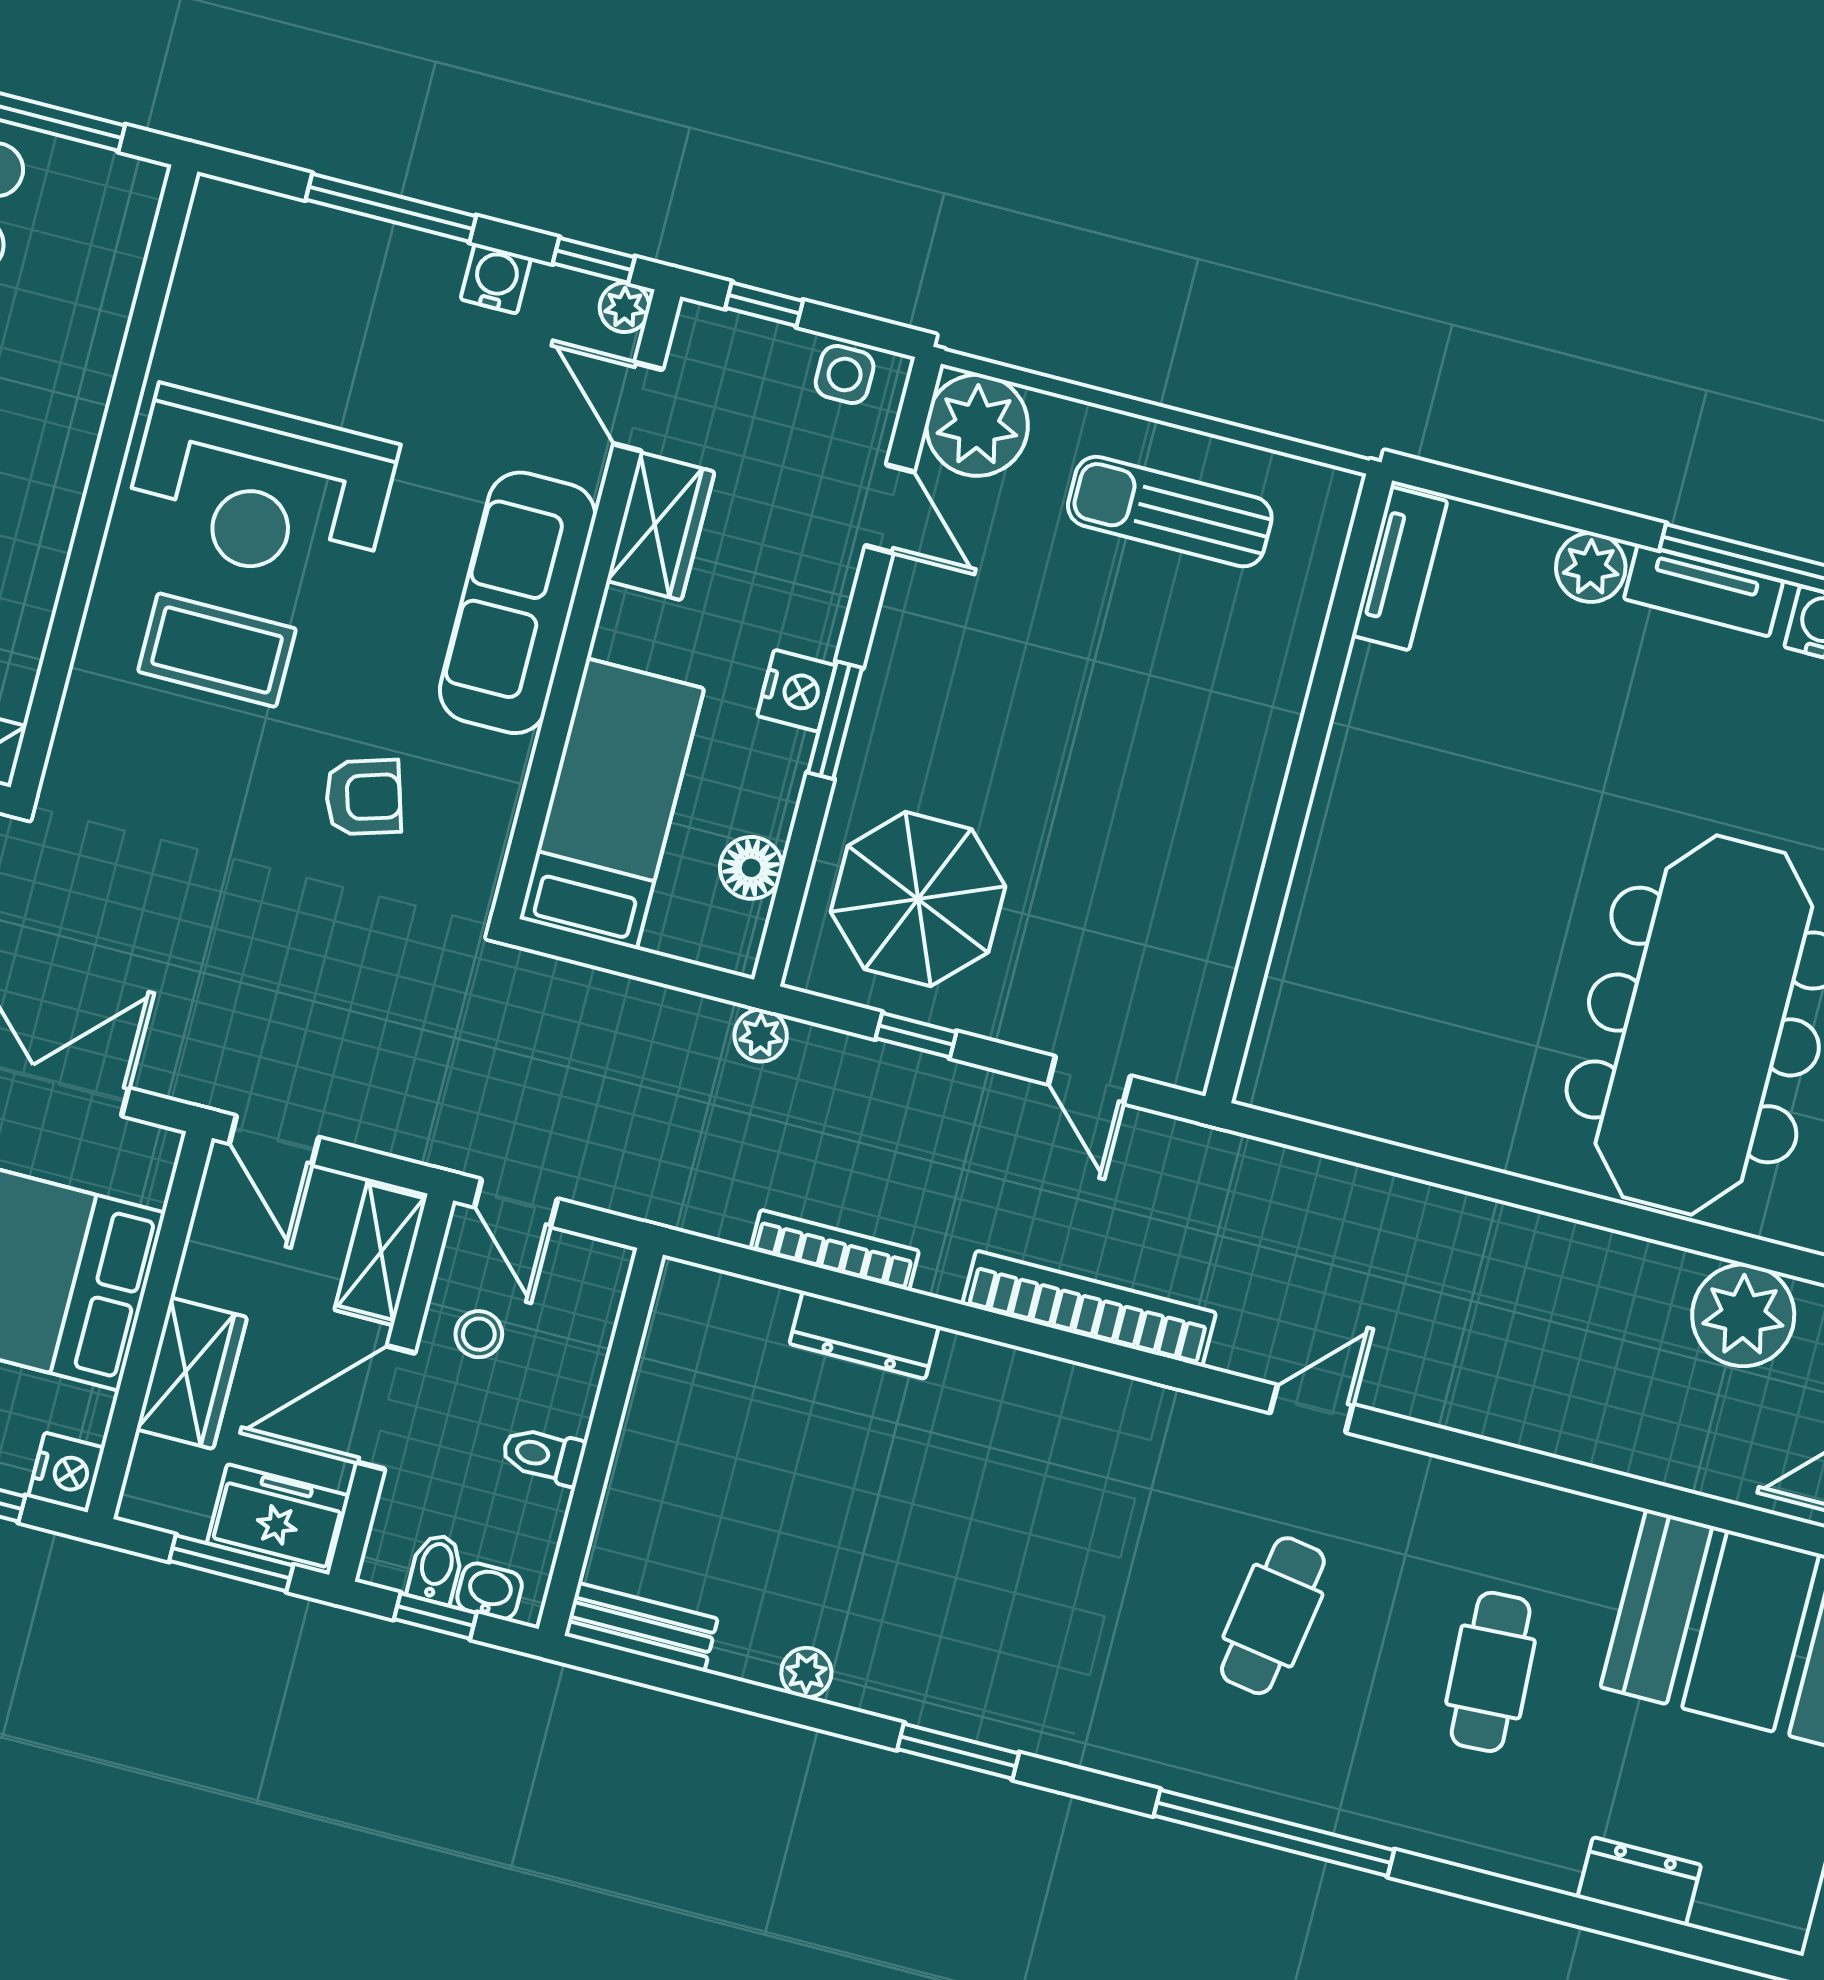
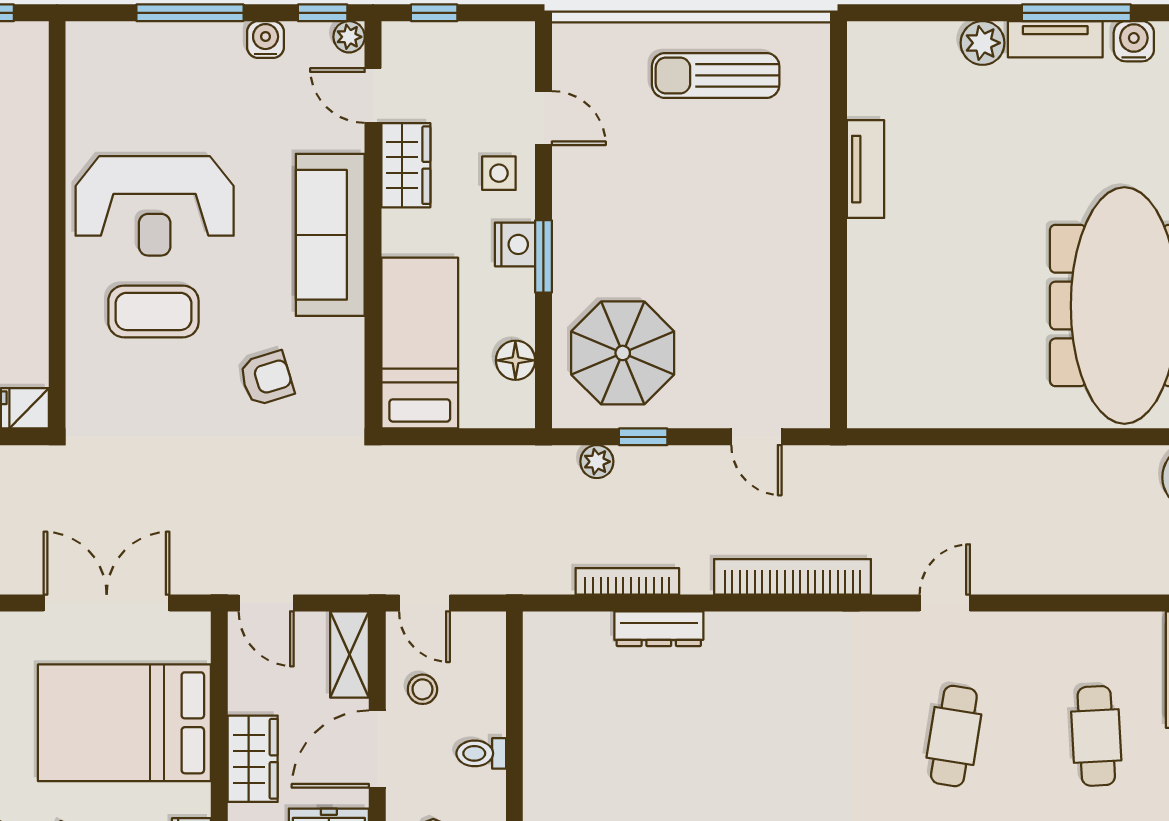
side table: (845, 375) -> (499, 173), moved
plant: (977, 425) -> (584, 53), removed
tv unit: (1400, 568) -> (866, 169), moved
plant: (761, 1036) -> (597, 462), moved

